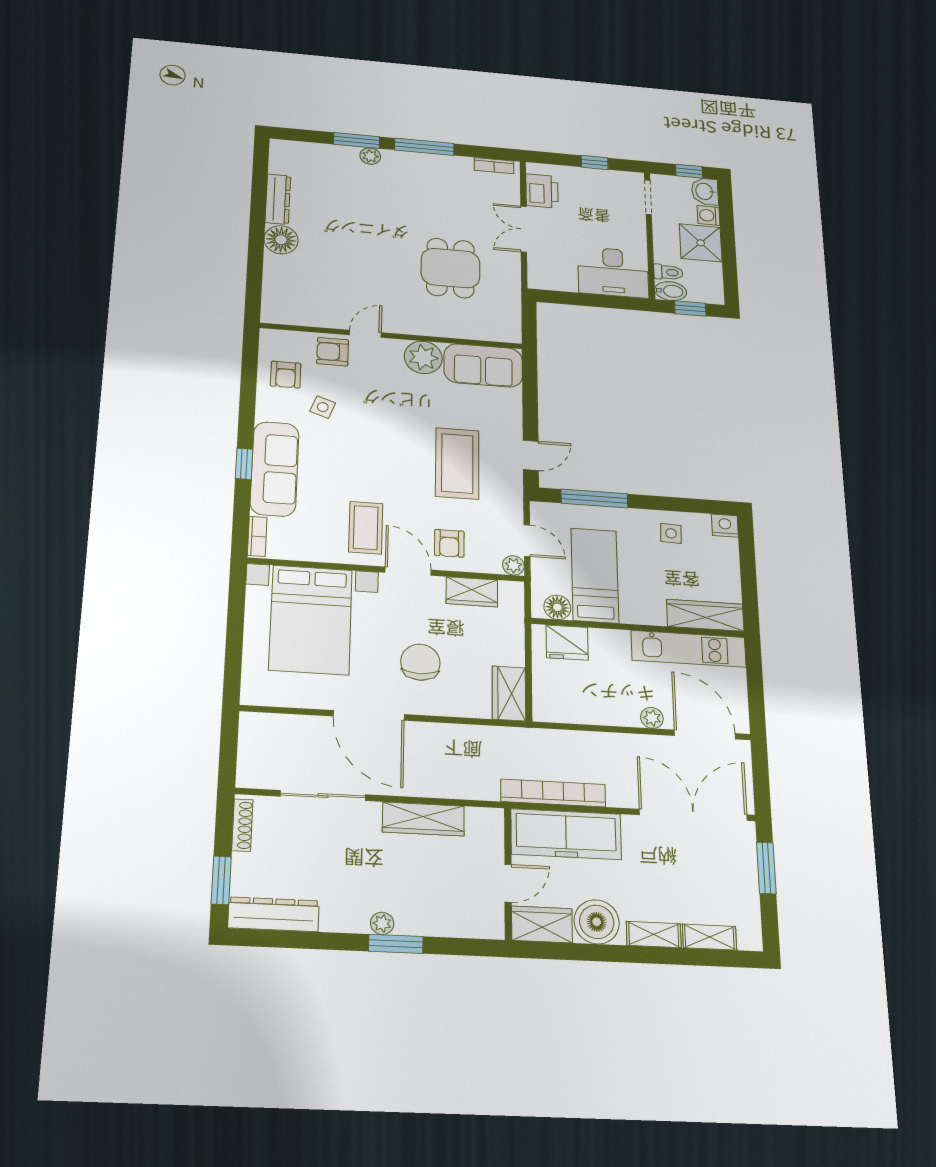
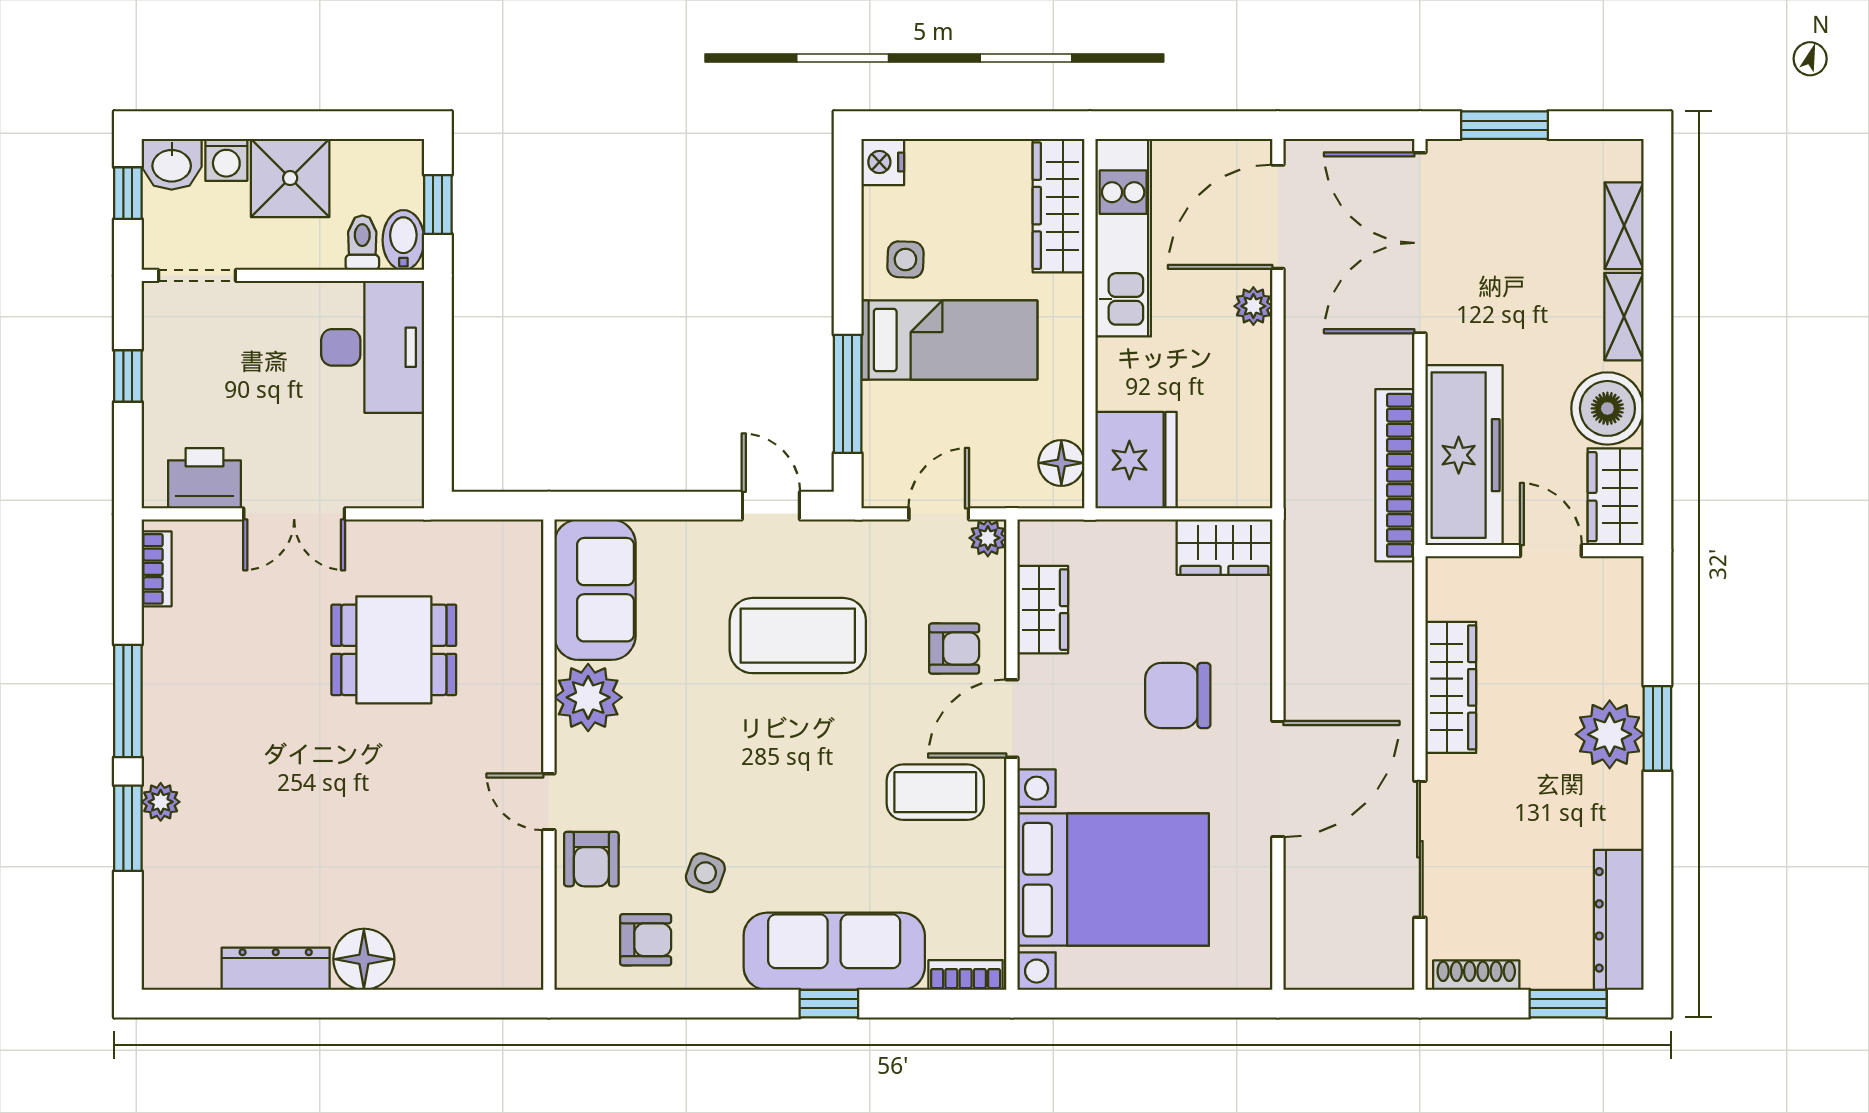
bed: (595, 575) -> (949, 340), moved, turned 180
fridge: (567, 643) -> (1136, 460), width x1.36, depth x1.34
plant: (382, 923) -> (1610, 734), width x1.87, depth x1.87

